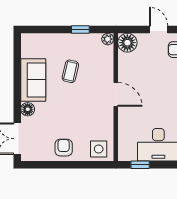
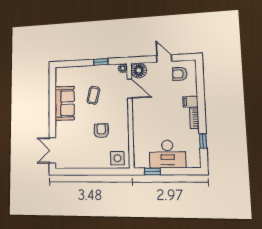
door: (116, 94) -> (130, 89), moved
floor lamp: (28, 109) -> (60, 127), removed
armchair: (64, 148) -> (101, 131), moved

